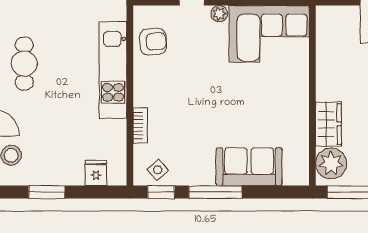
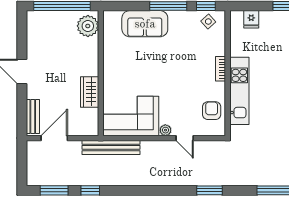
armchair: (153, 42) -> (212, 111), turned 95
wardrobe: (328, 124) -> (90, 92), moved
bookcase: (140, 125) -> (221, 69), moved

